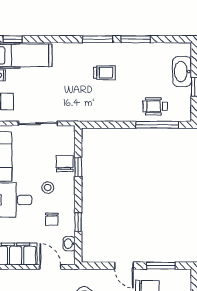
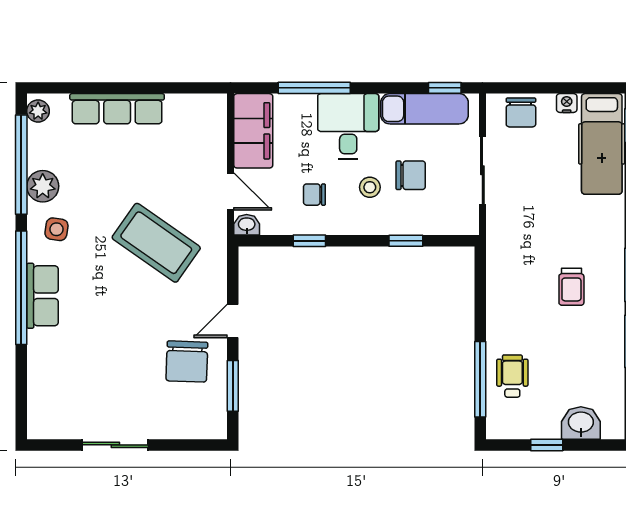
washbasin: (182, 72) -> (581, 423), width x0.72
chair: (65, 164) -> (411, 175), moved
washbasin: (69, 244) -> (247, 225), moved
door: (50, 267) -> (231, 191), hinge flipped

